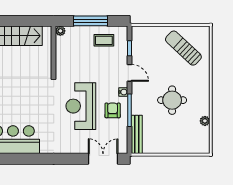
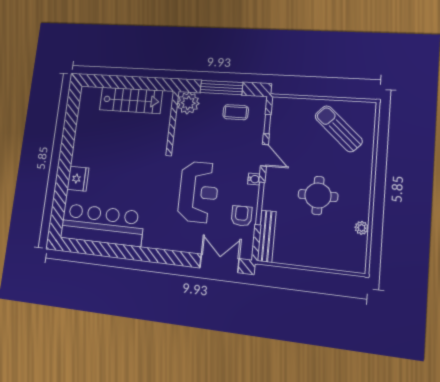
plant: (60, 31) -> (188, 103), width x1.88, depth x1.88
reception desk: (81, 106) -> (198, 192), turned 180
armchair: (113, 110) -> (242, 216), moved

